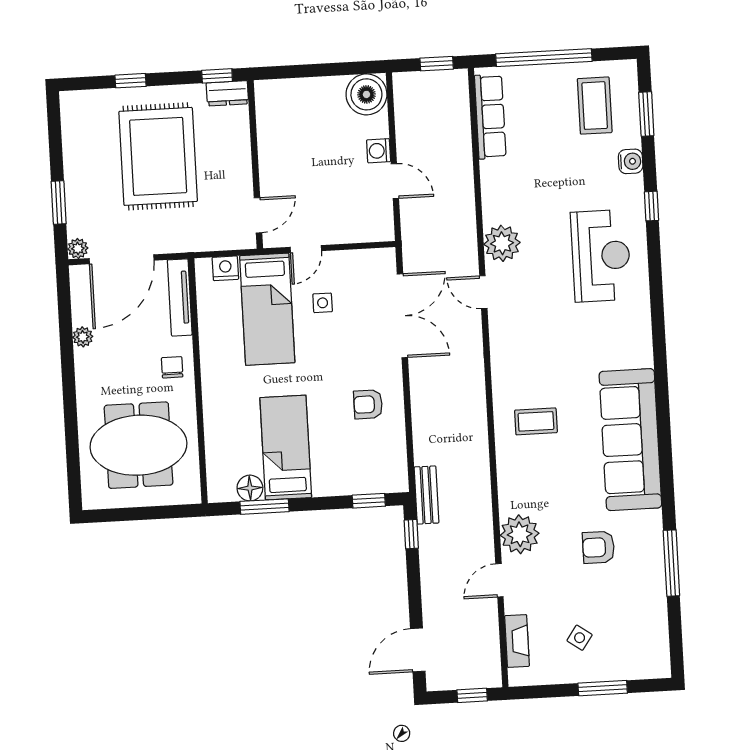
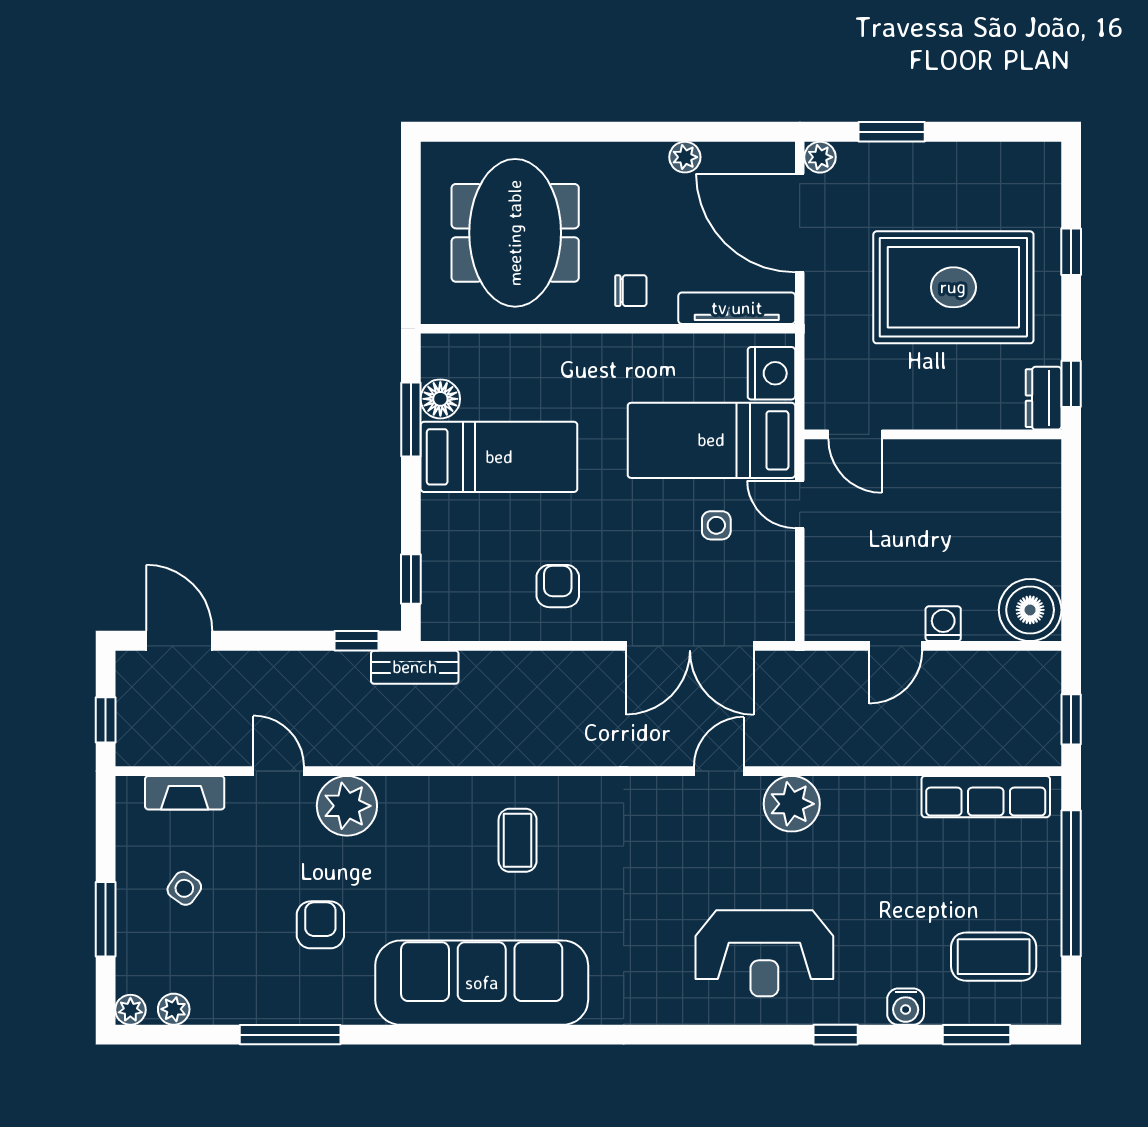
nightstand: (225, 268) -> (771, 373), width x1.36, depth x1.33
plant: (659, 640) -> (174, 1009), added
plant: (661, 669) -> (130, 1010), added

